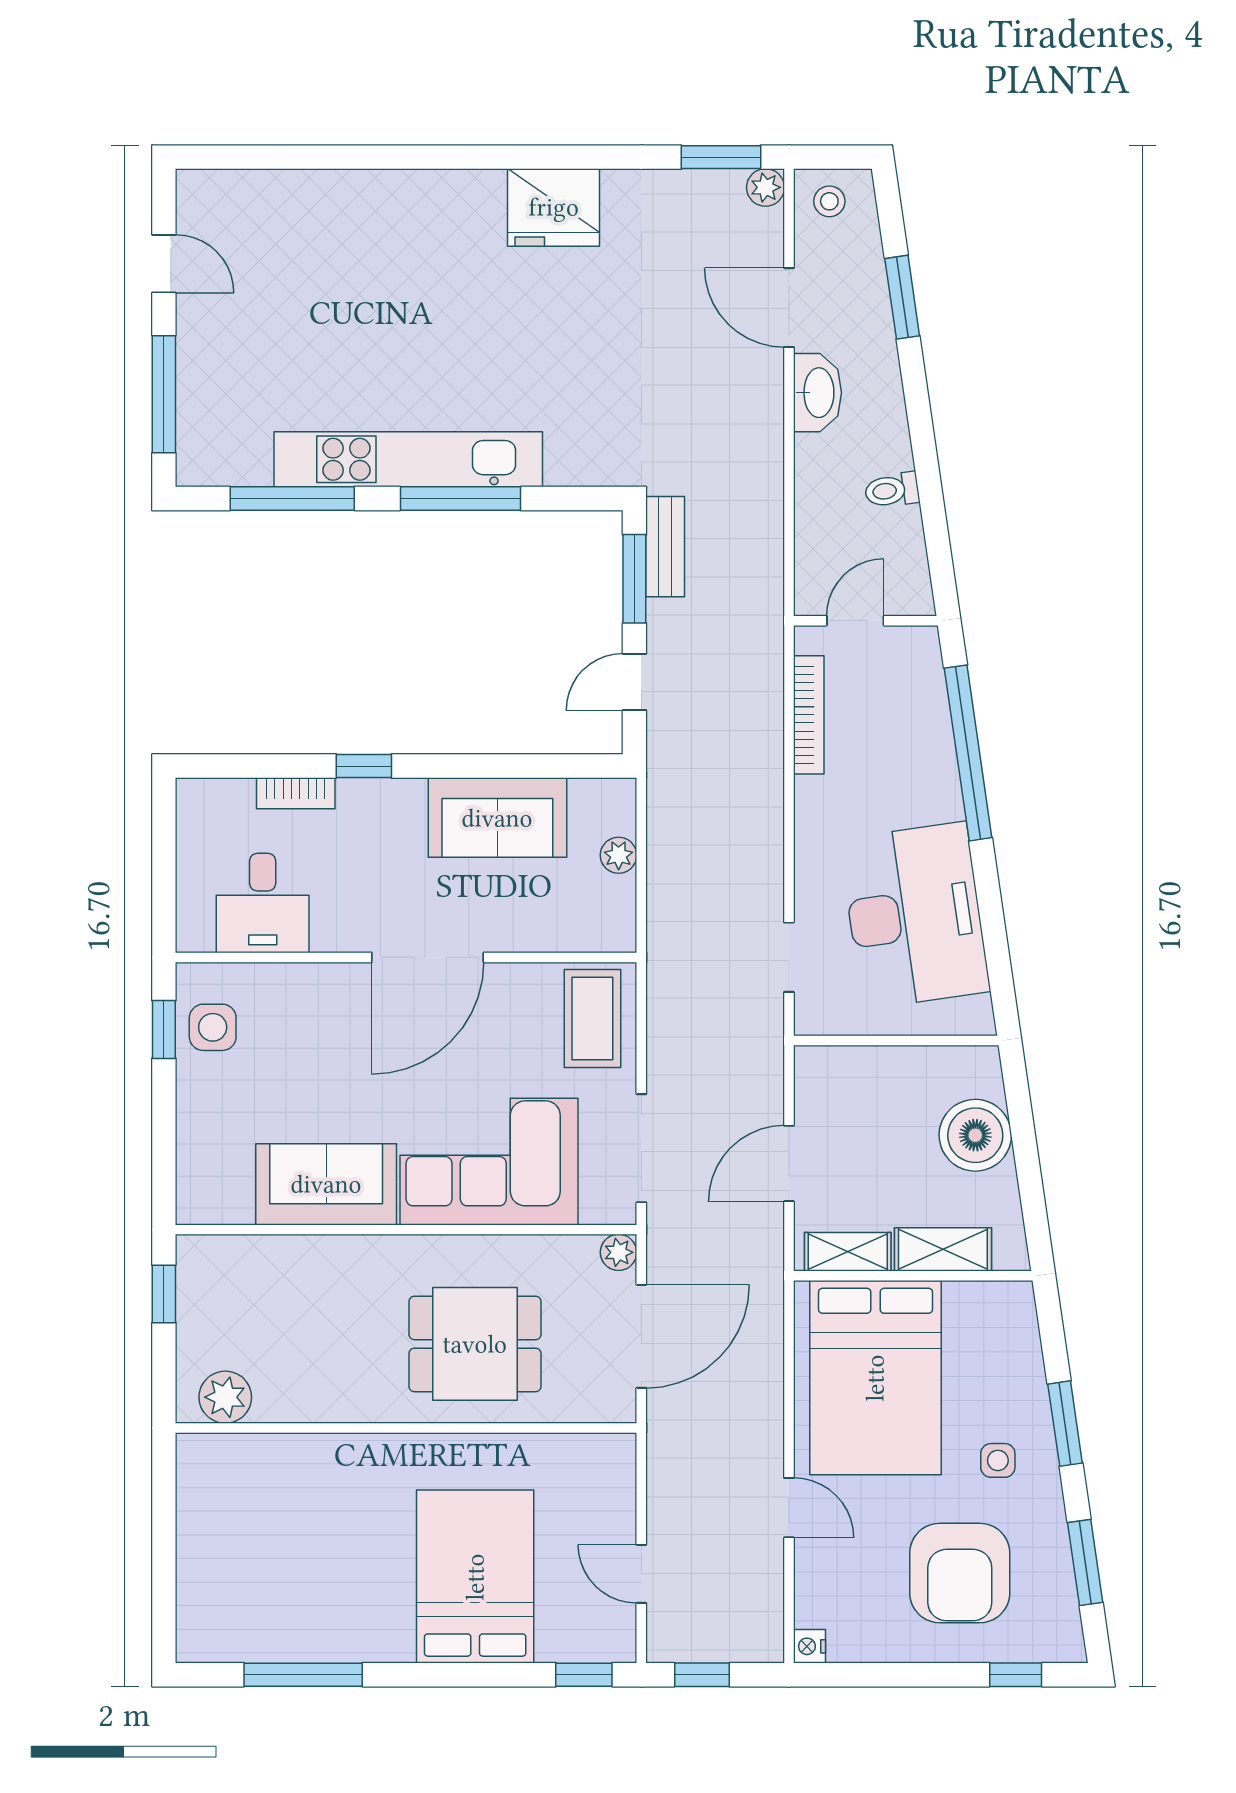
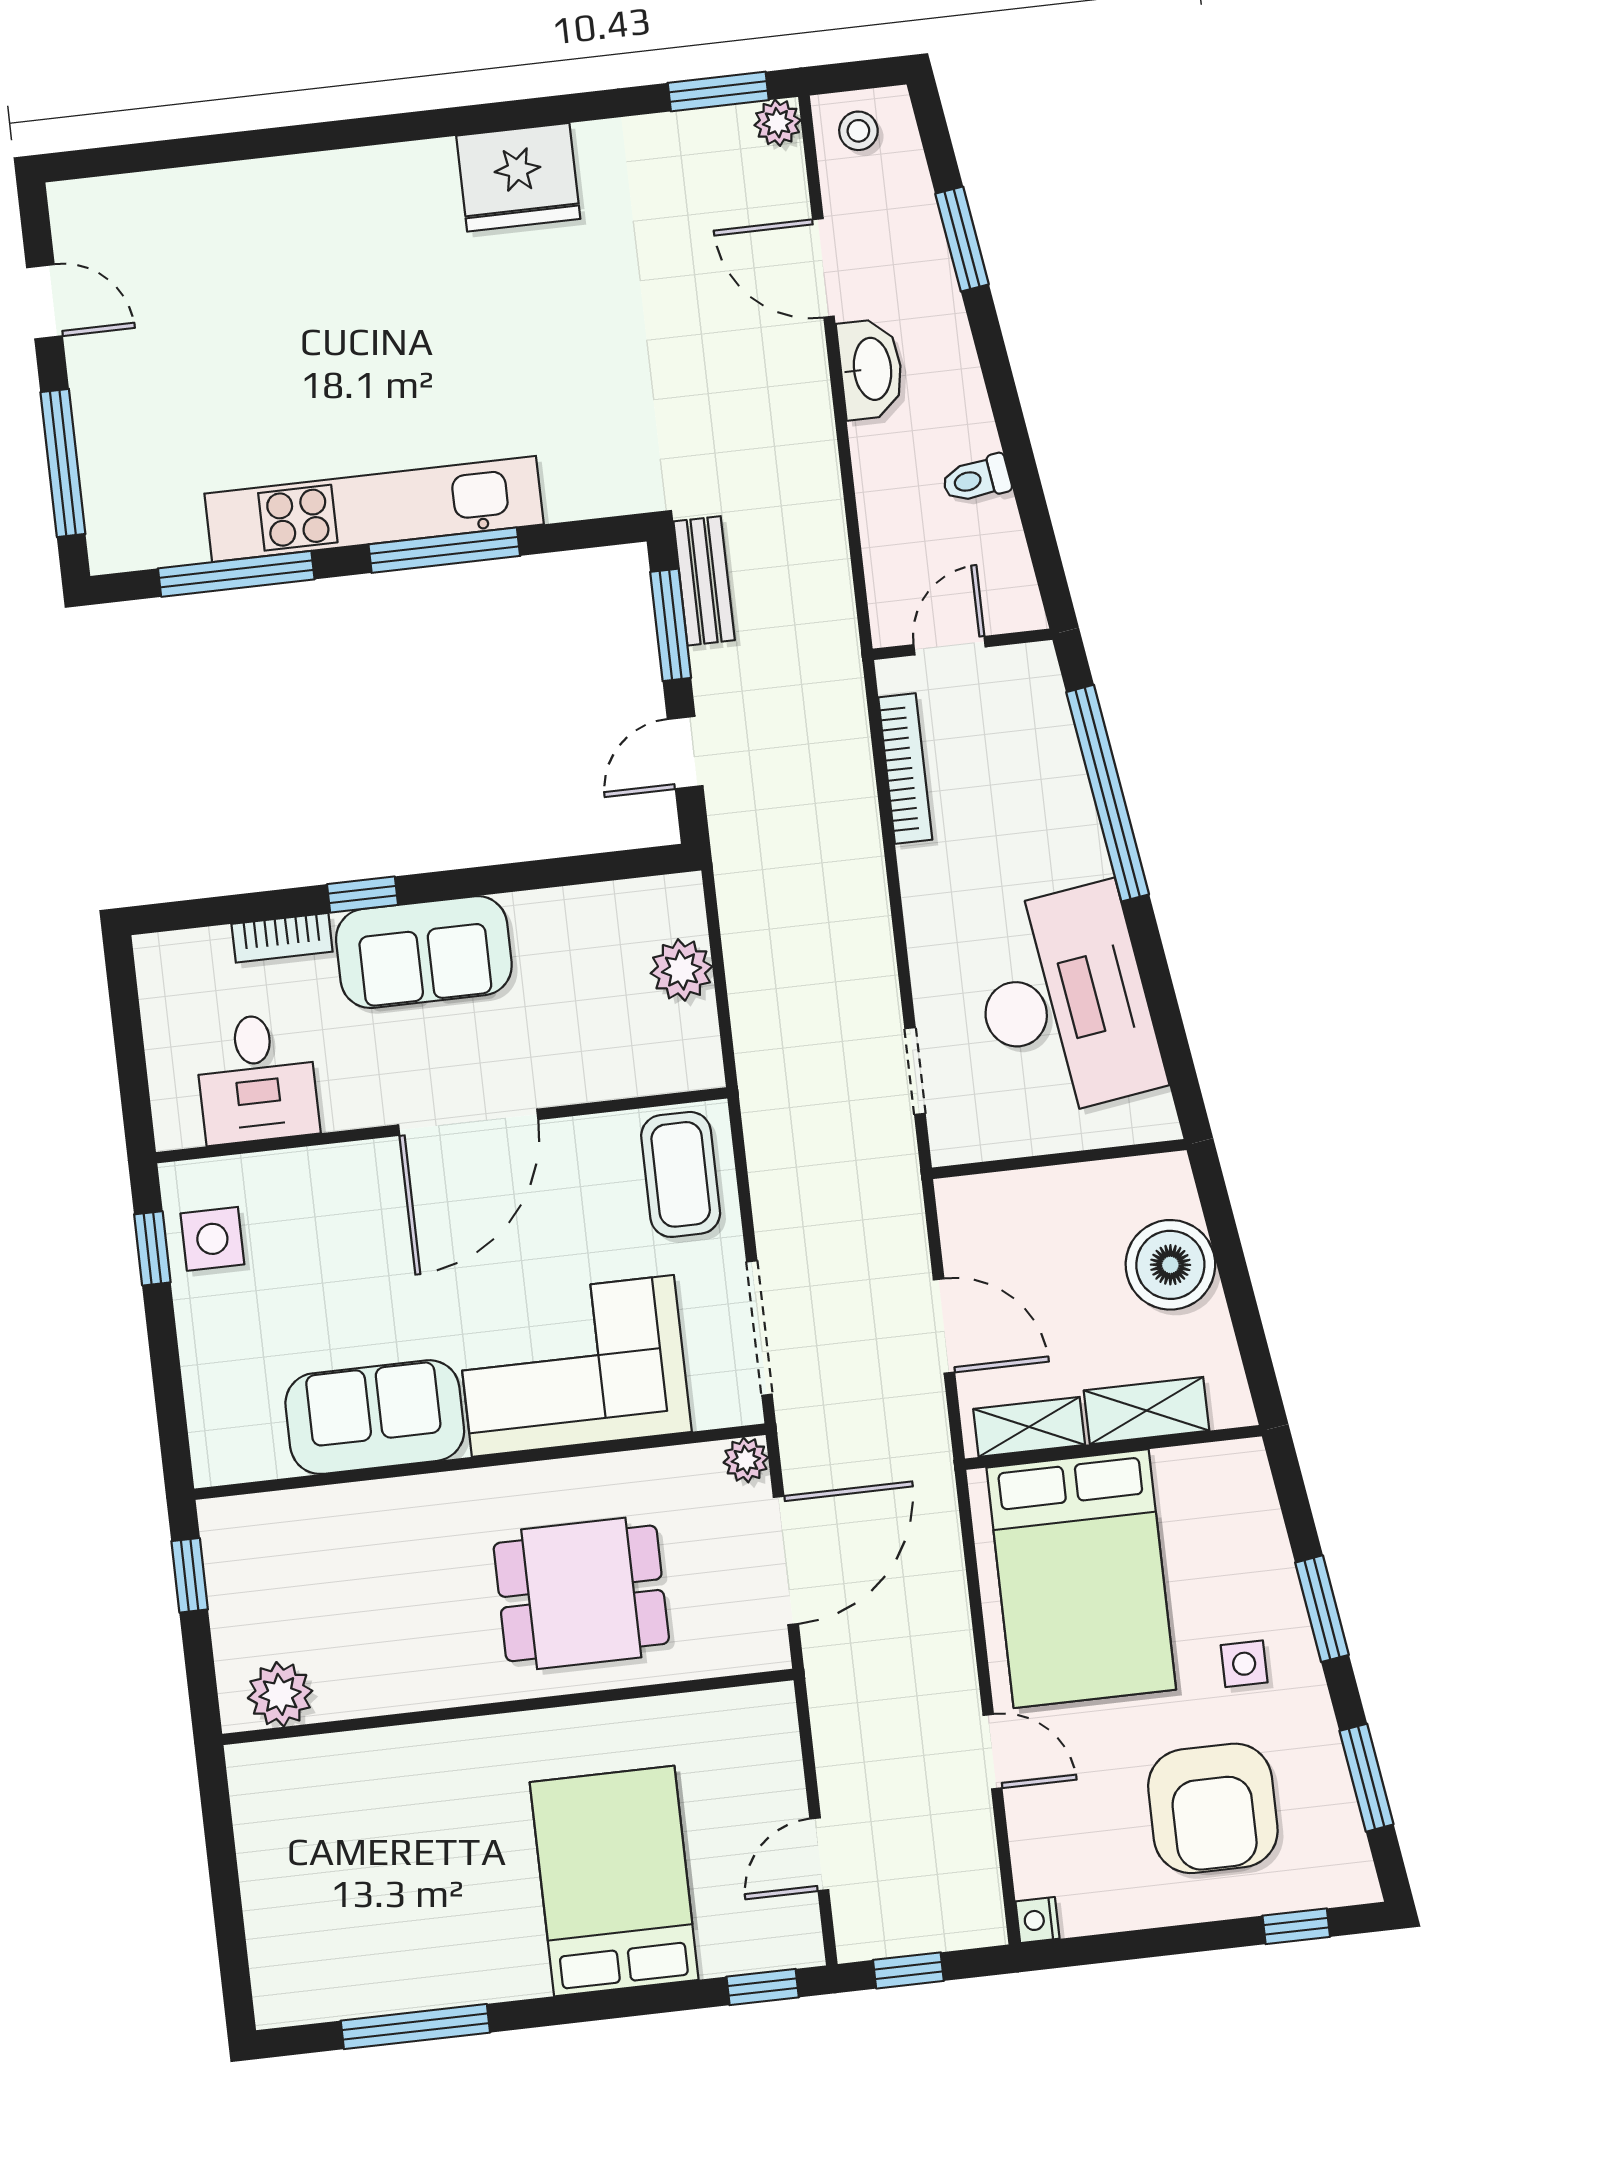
sofa: (497, 818) -> (424, 952), moved
plant: (619, 855) -> (681, 970), width x1.38, depth x1.38
door: (789, 1163) -> (944, 1326), swing flipped
door: (641, 1574) -> (819, 1854), hinge flipped

